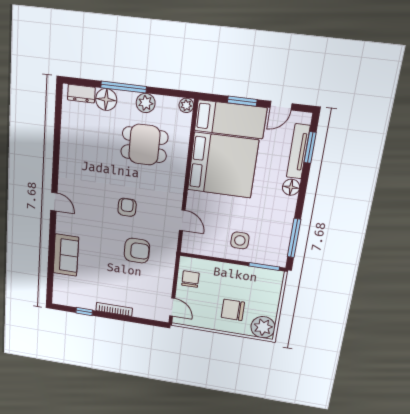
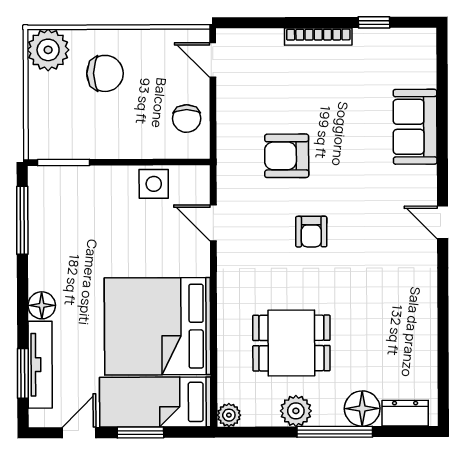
side table: (240, 240) -> (154, 184), moved

